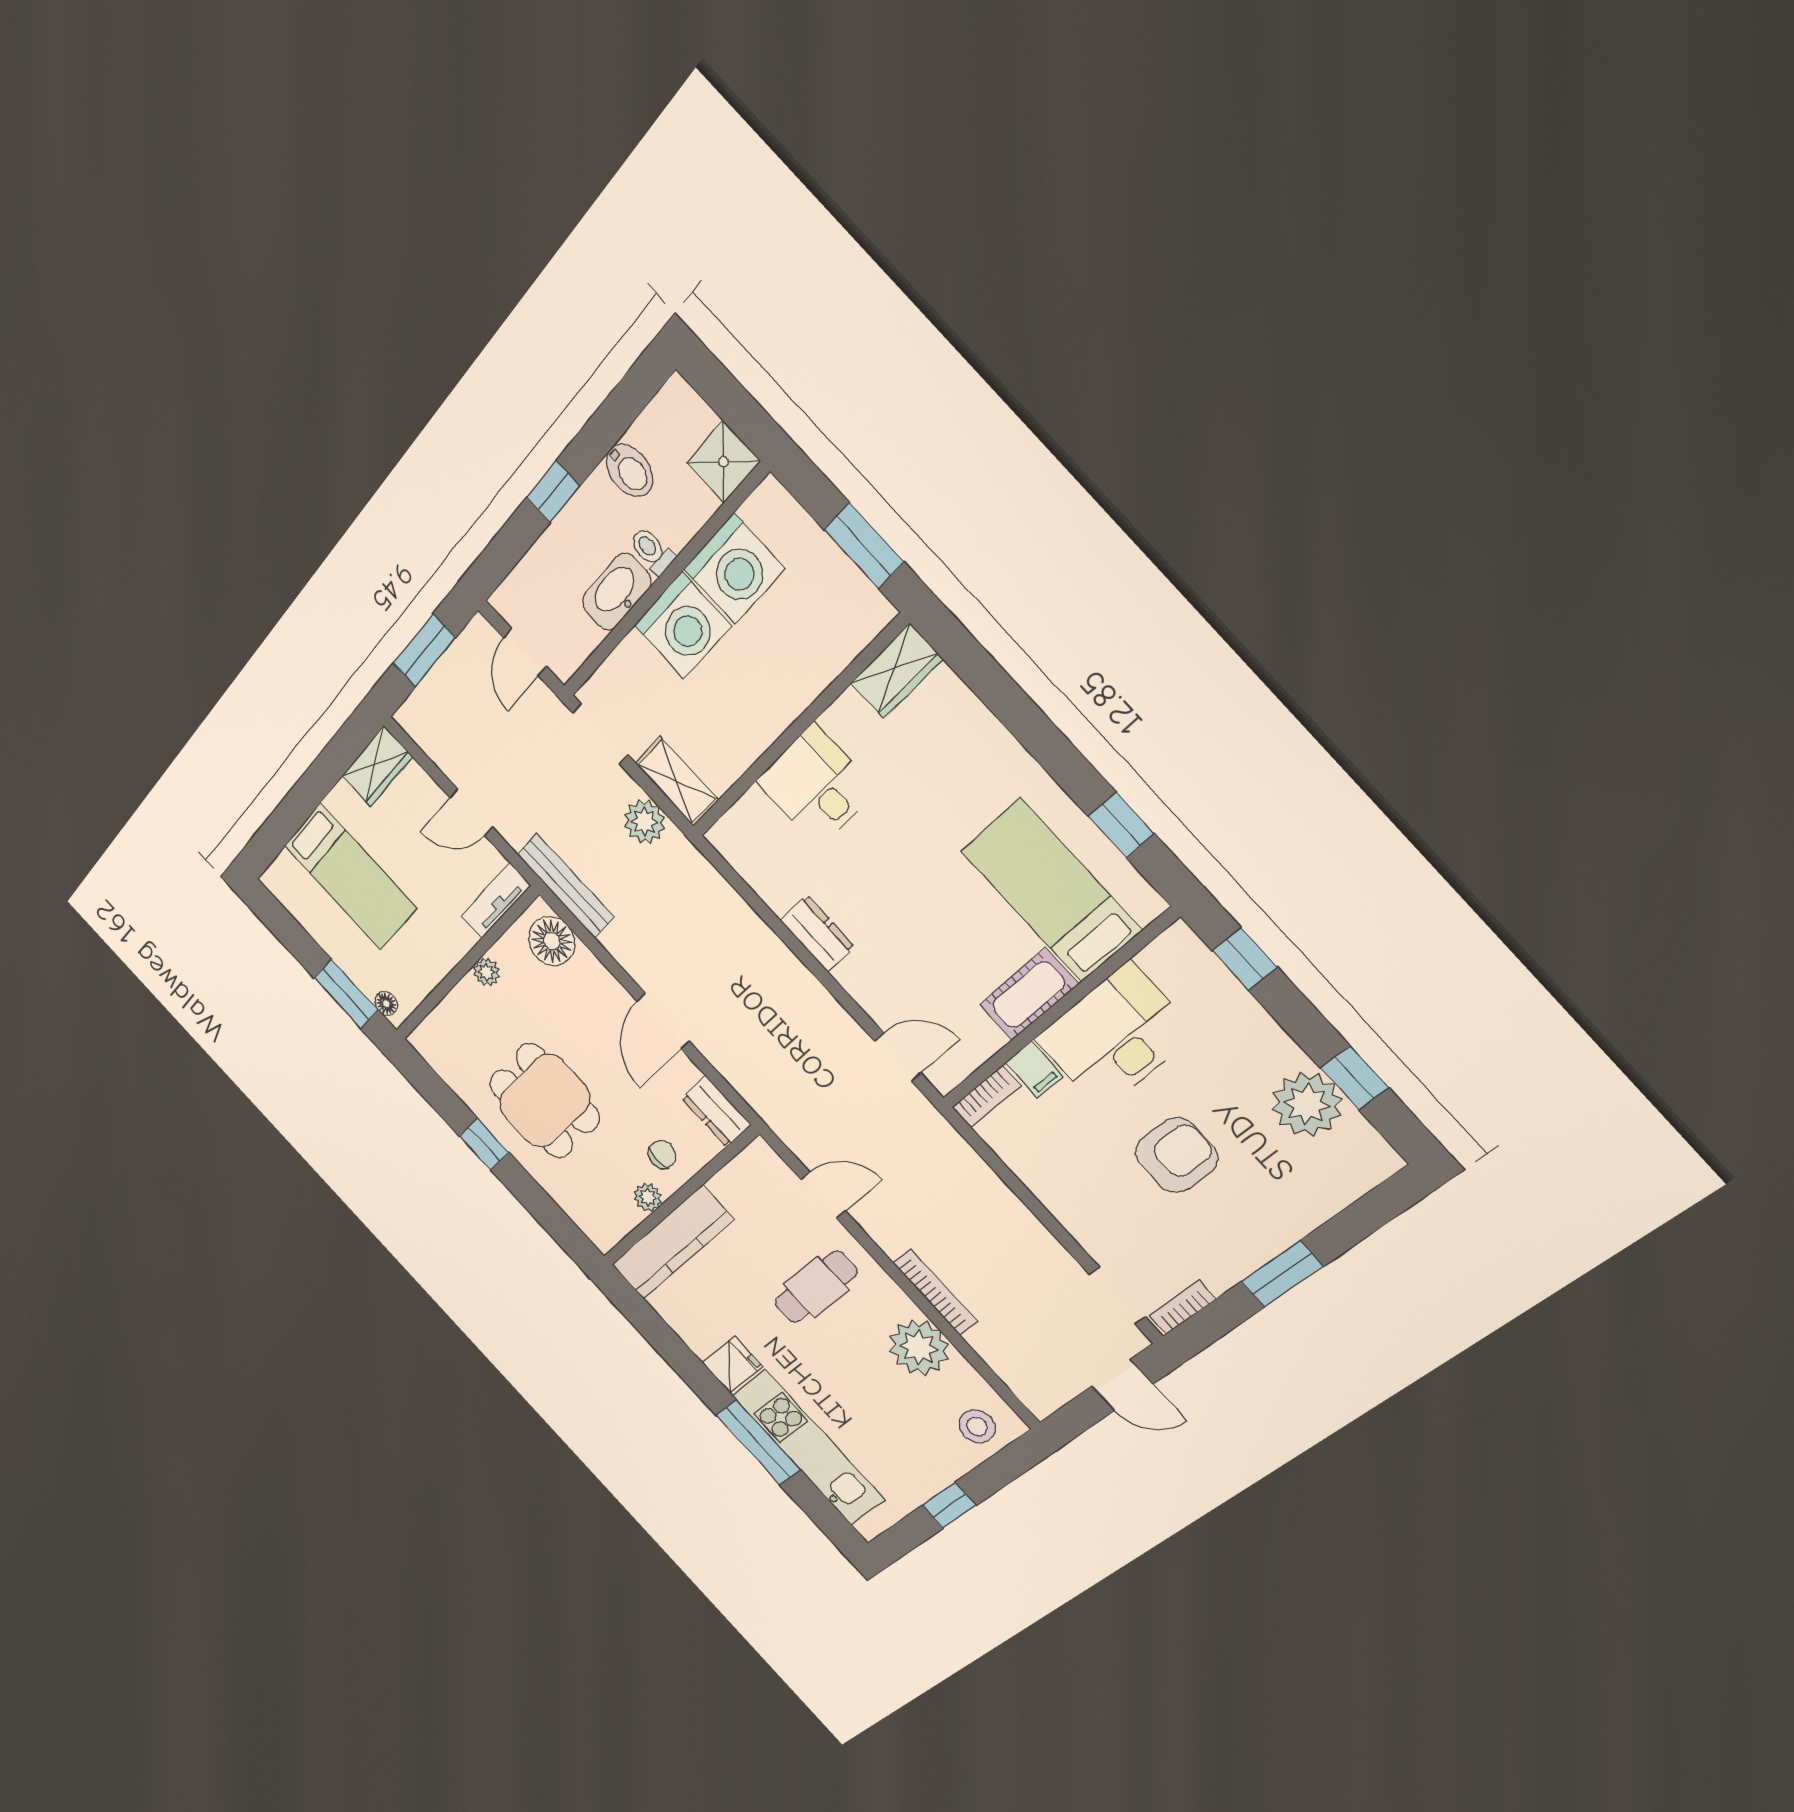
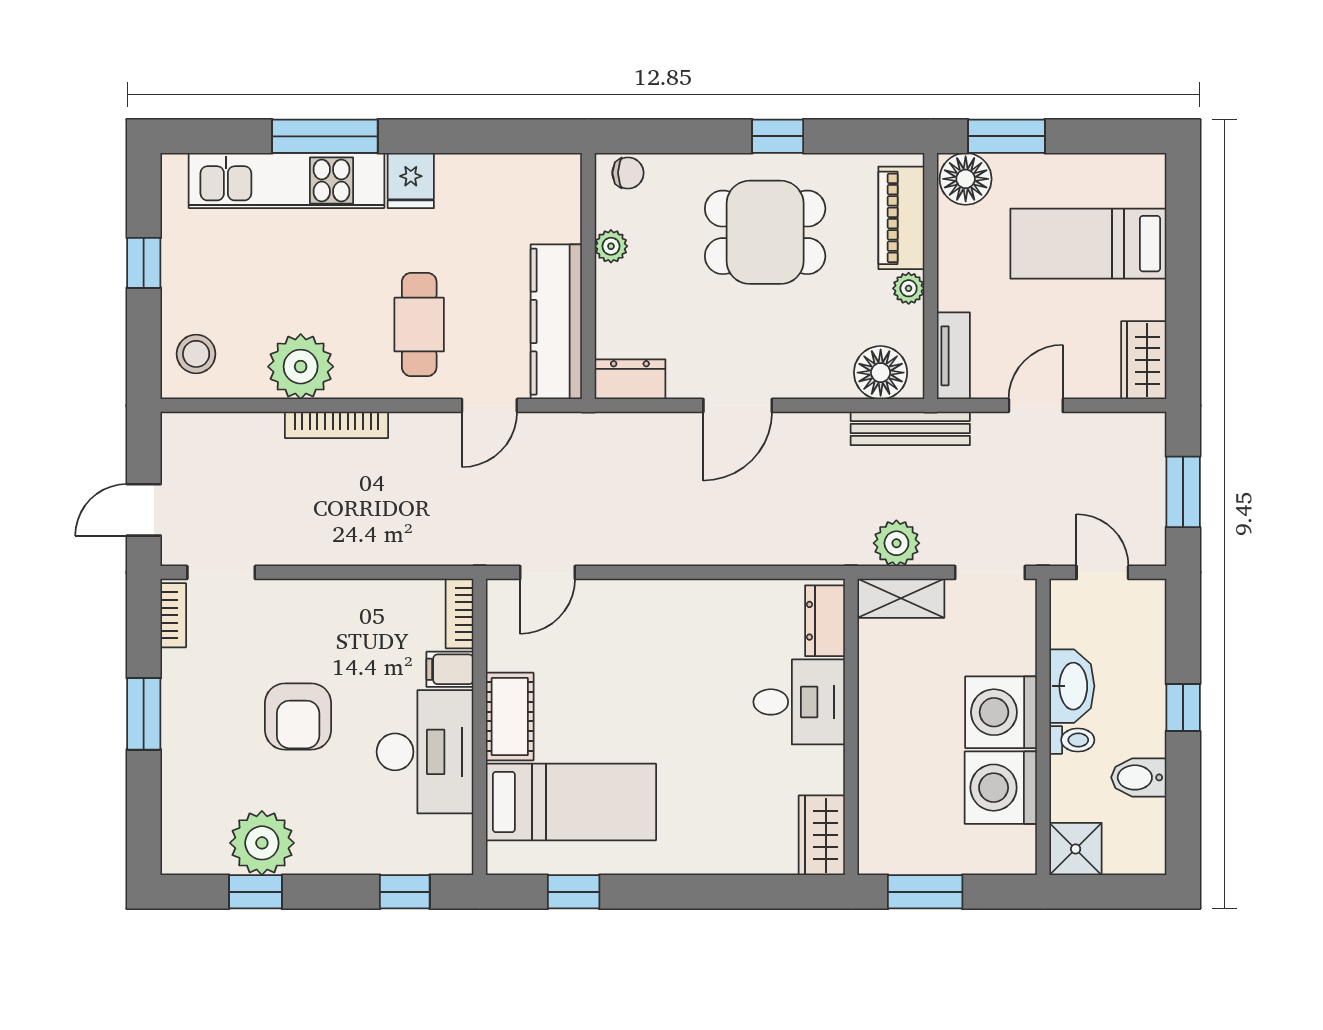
dresser: (817, 934) -> (825, 621), moved, turned 90
floor lamp: (386, 1004) -> (966, 179), width x1.89, depth x1.89
piano: (452, 1018) -> (901, 218), added
door: (663, 1021) -> (738, 405), swing flipped
chair: (662, 1154) -> (628, 173), moved, turned -90
kitchen counter: (672, 1243) -> (556, 322), moved

